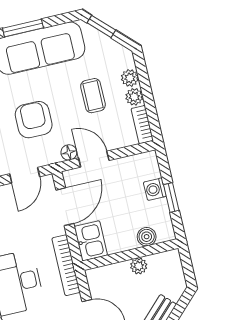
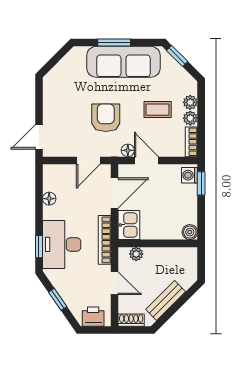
coffee table: (93, 96) -> (158, 110), turned 90
washing machine: (155, 189) -> (190, 175), moved
window: (171, 197) -> (201, 183), moved
boiler: (147, 237) -> (190, 232), moved
plant: (139, 266) -> (136, 254), moved

